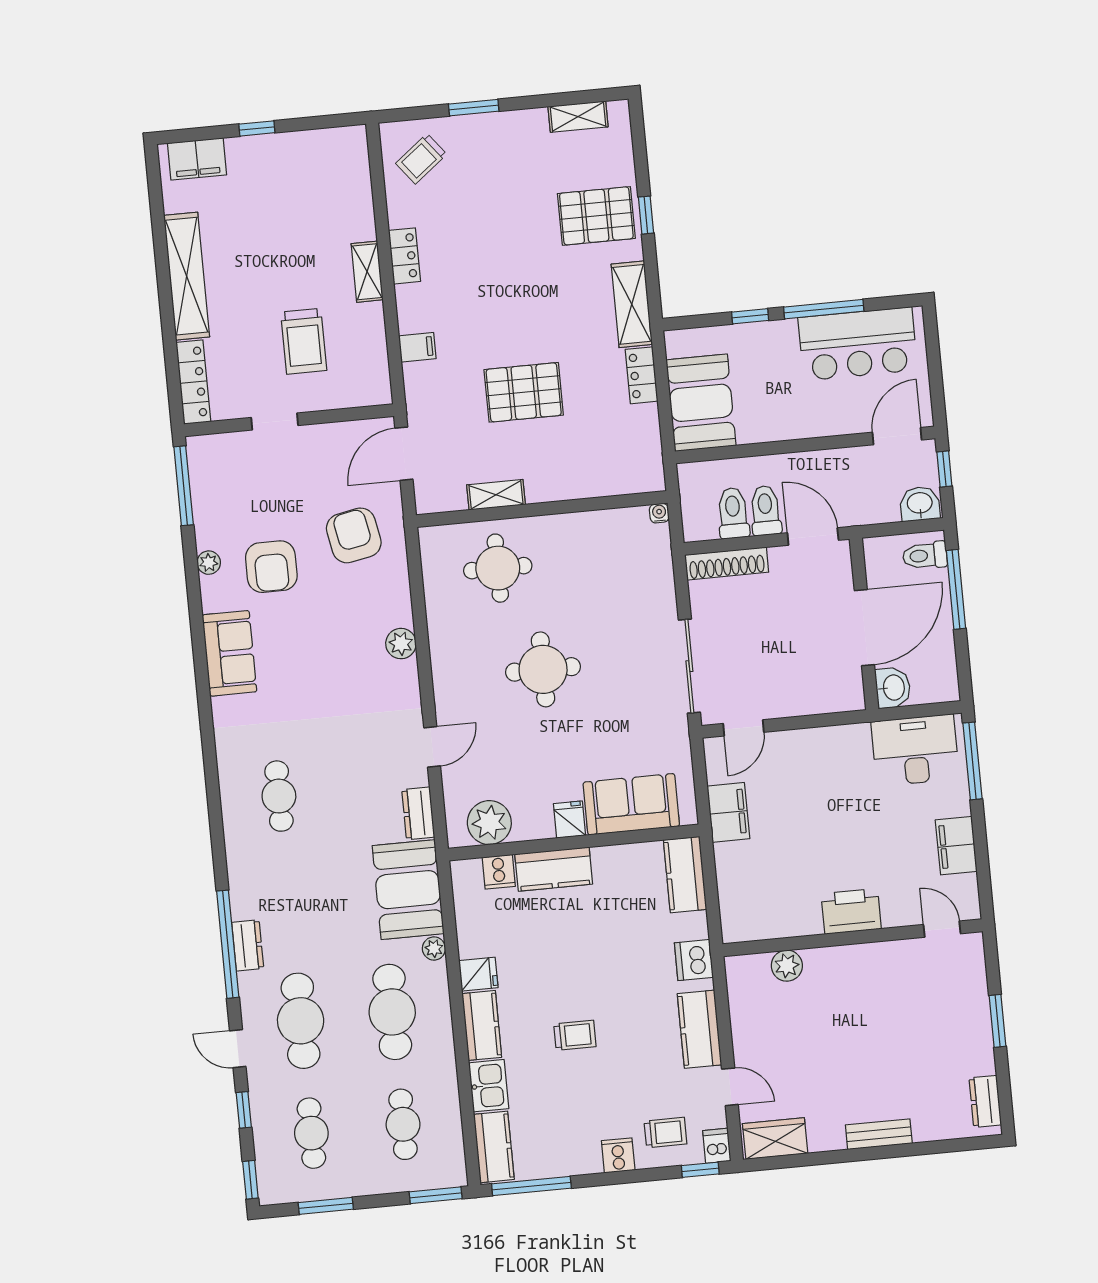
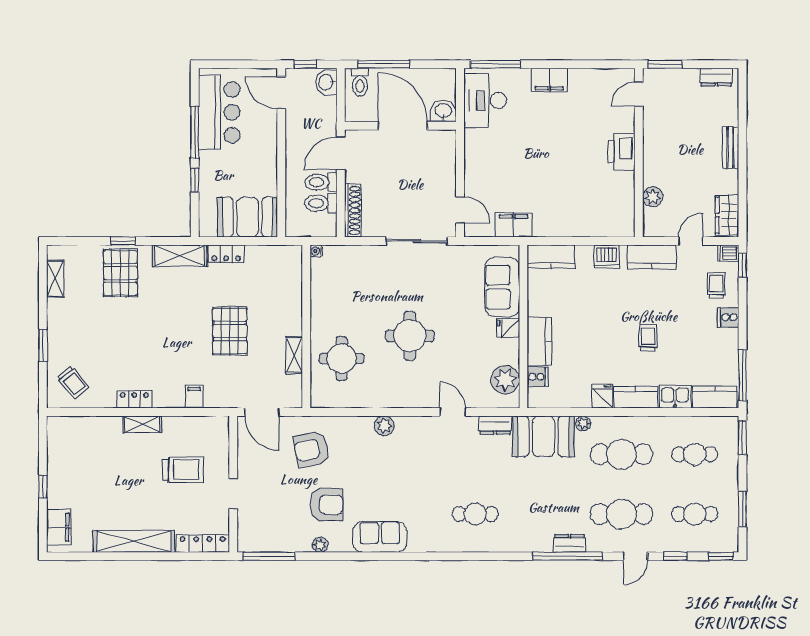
printer: (851, 911) -> (622, 152), moved
door: (942, 929) -> (639, 94), moved
wall: (853, 938) -> (639, 153), moved
plant: (787, 966) -> (653, 197), moved

